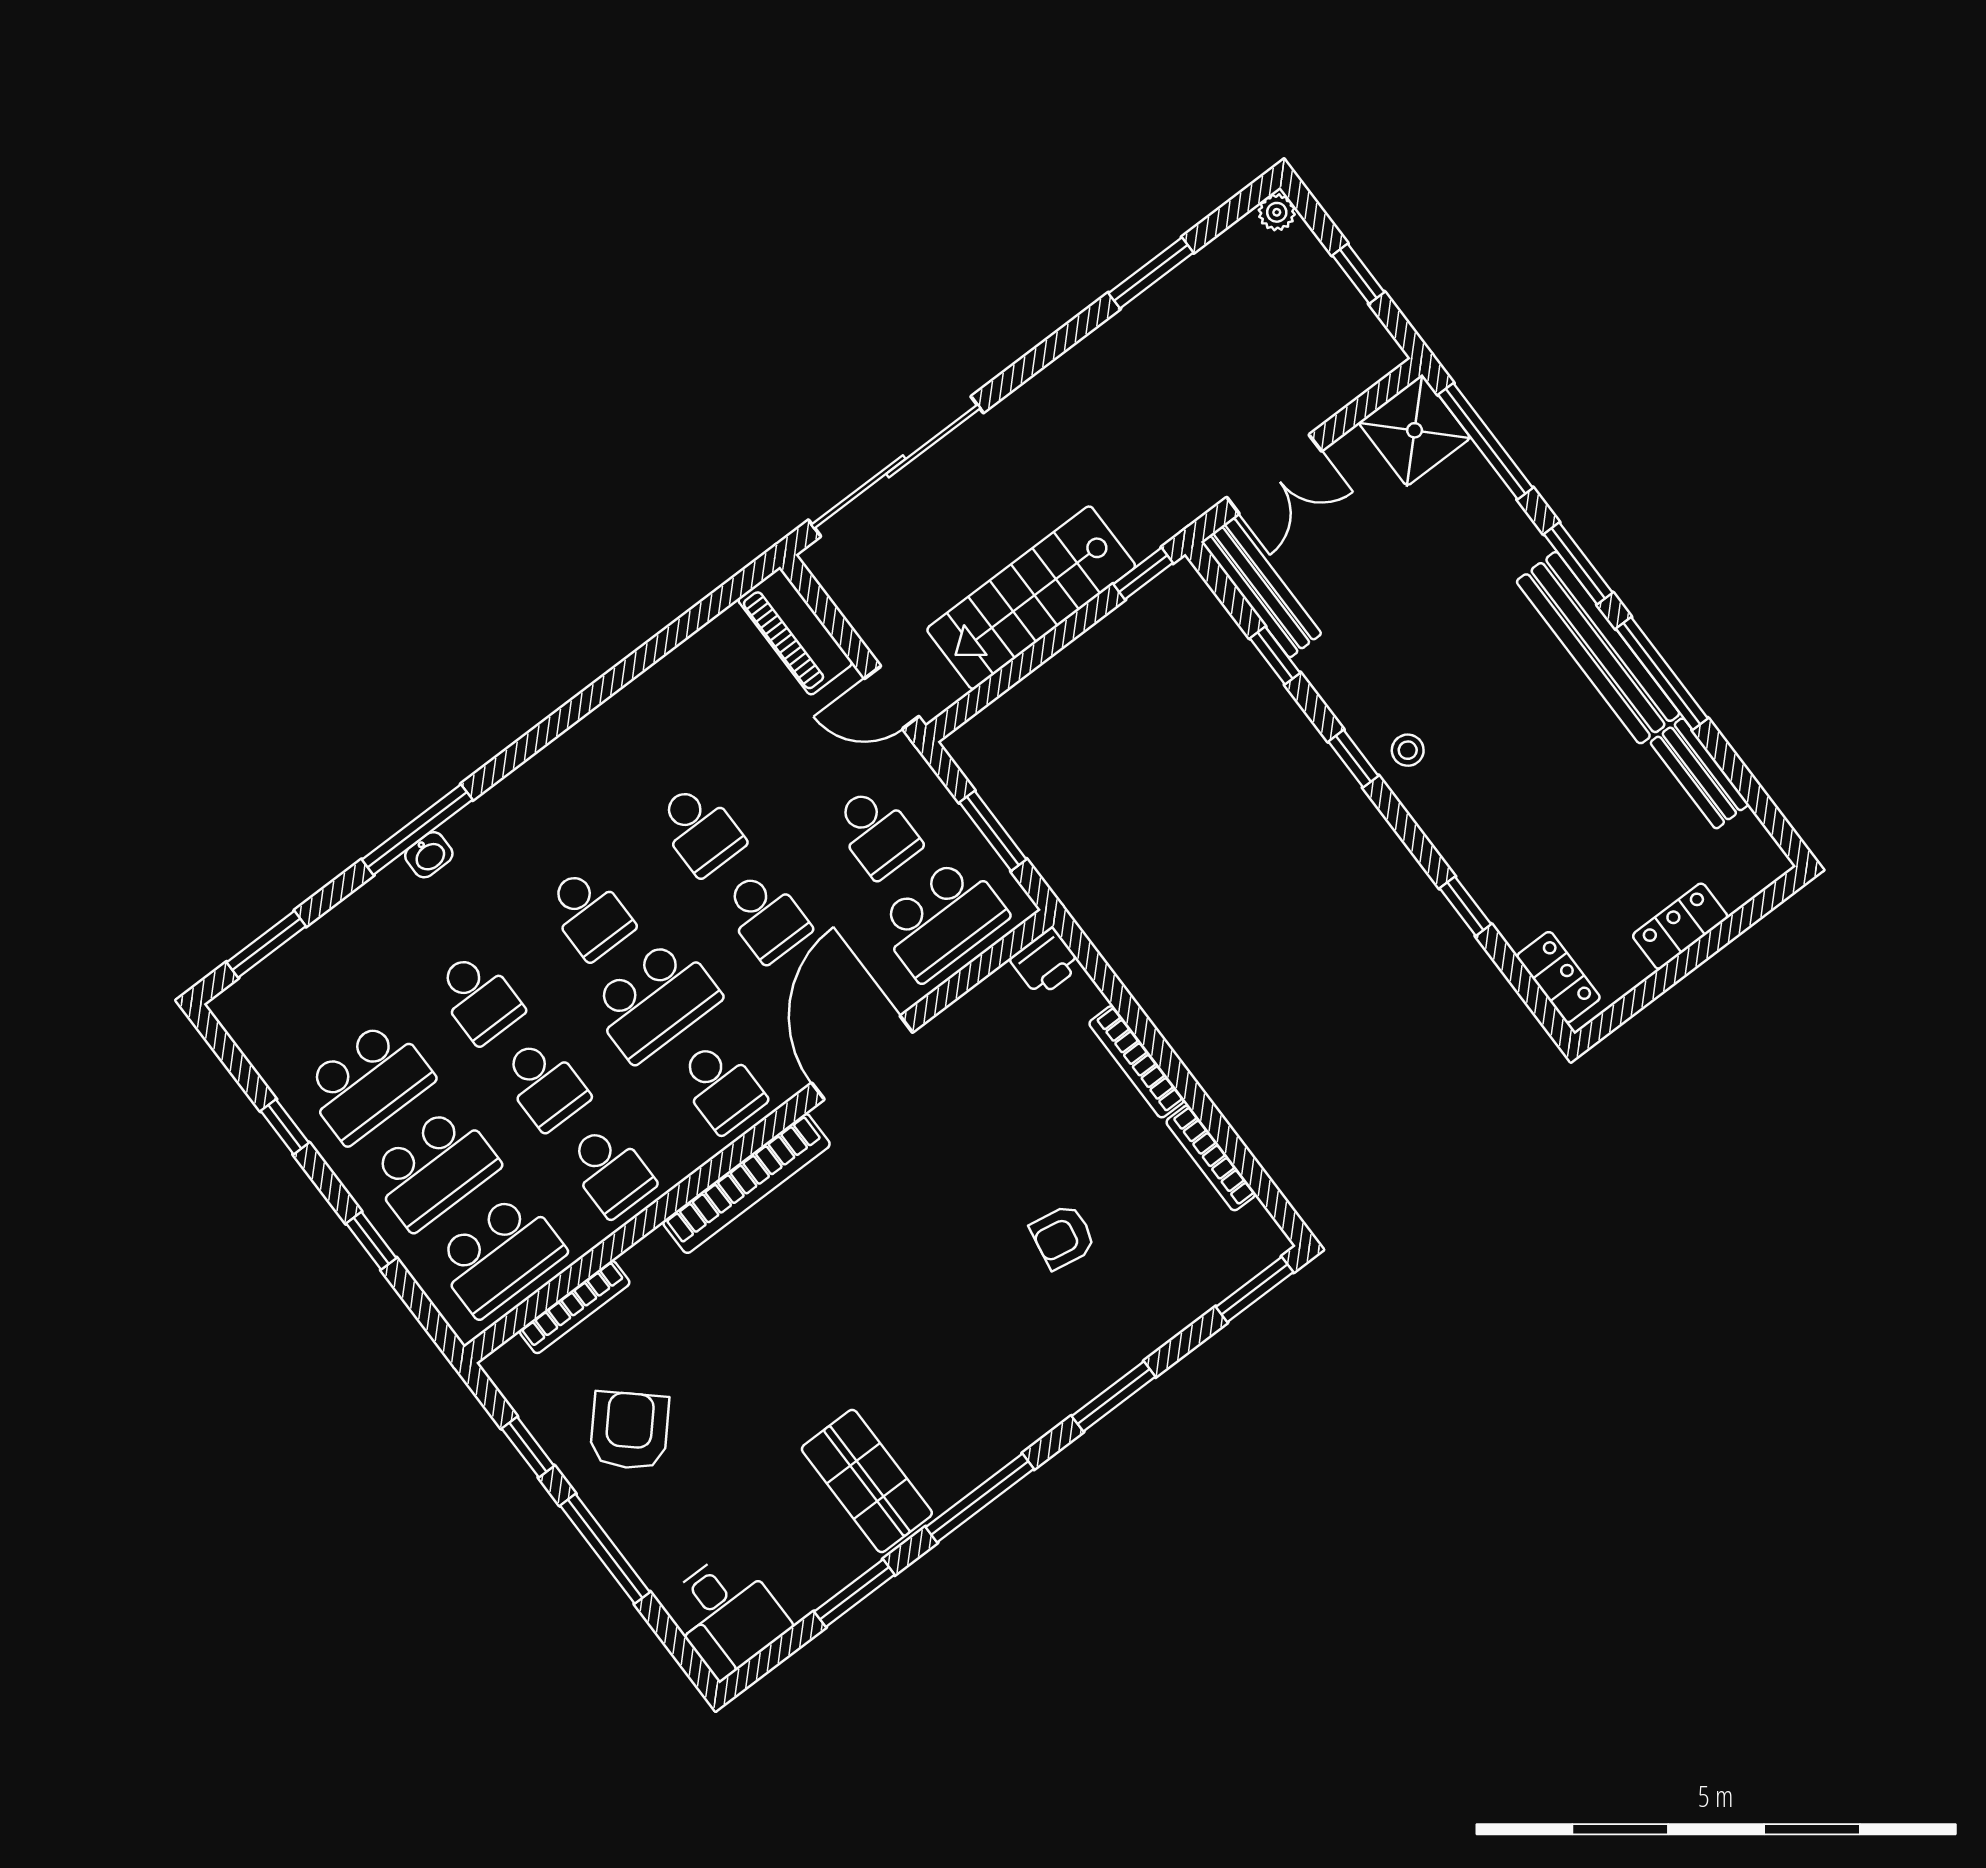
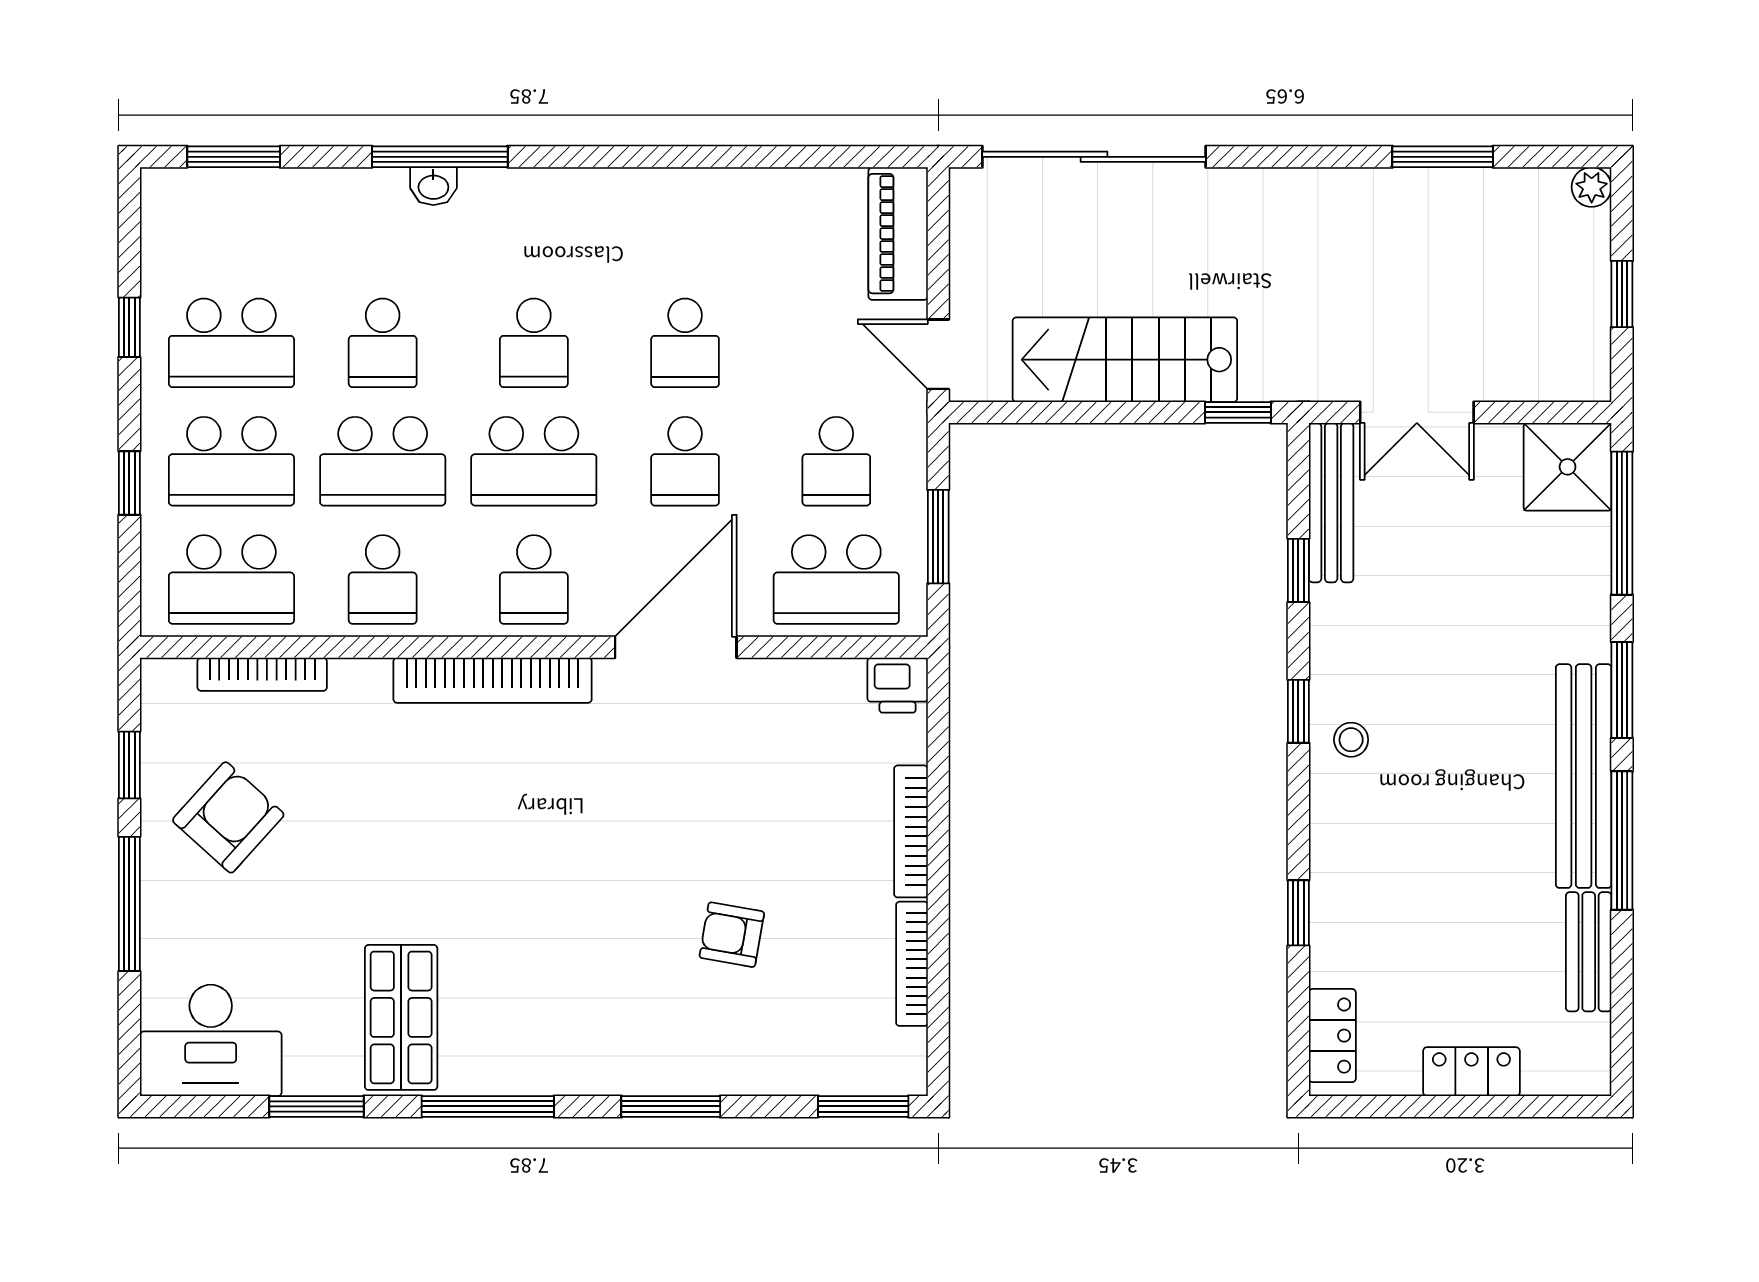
school desk: (544, 1084) -> (383, 461), width x1.85
desk: (726, 1614) -> (211, 1040), width x1.37

